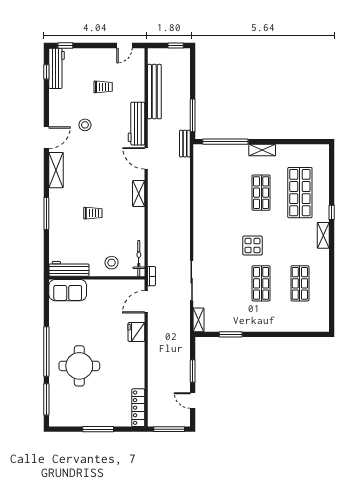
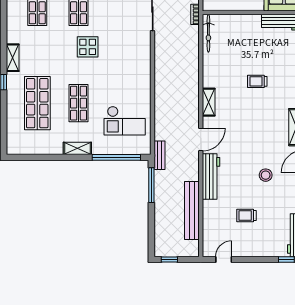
door: (146, 158) -> (201, 139), hinge flipped
checkout: (218, 176) -> (125, 121), added
stool: (112, 263) -> (237, 29), removed

